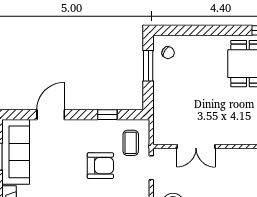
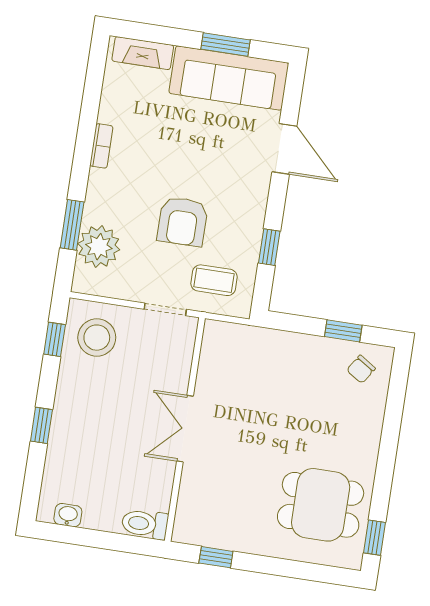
window: (148, 66) -> (343, 331), width x0.67
double door: (196, 146) -> (185, 429), moved

